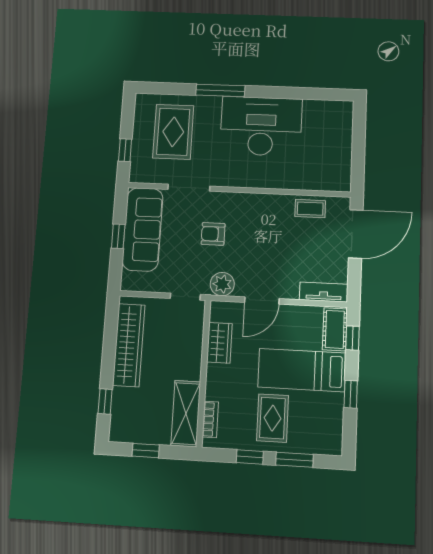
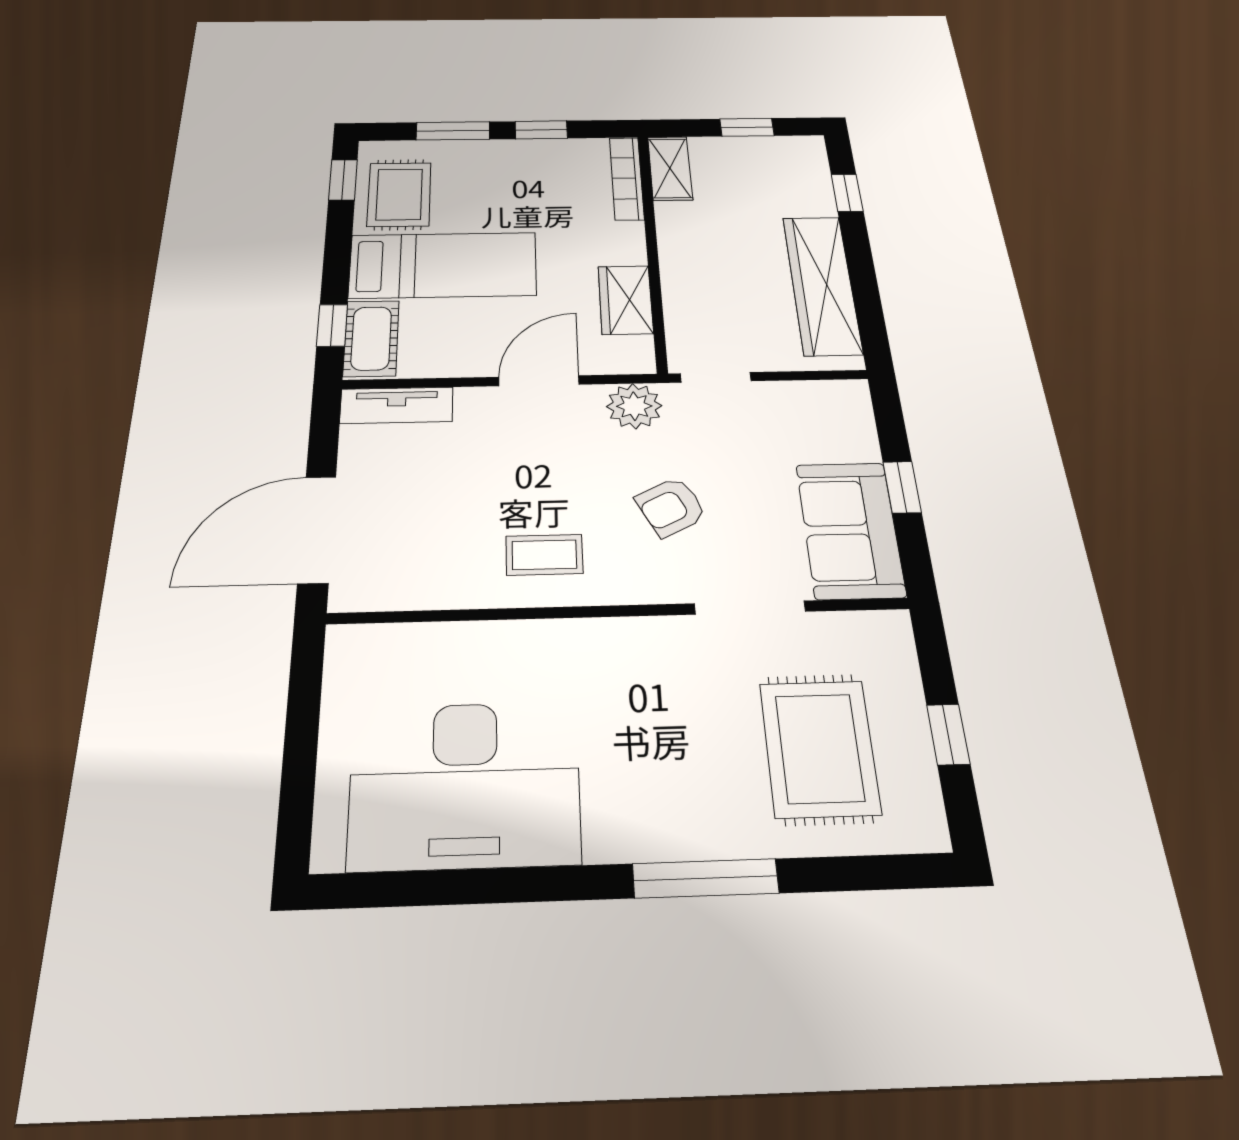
desk: (261, 126) -> (465, 784), moved
window: (125, 150) -> (948, 734), moved
coffee table: (310, 209) -> (544, 555), moved
sofa: (143, 229) -> (850, 530), width x0.73
armchair: (213, 234) -> (671, 507), turned 153
window: (351, 394) -> (343, 180), moved
shelving: (186, 414) -> (670, 168), width x0.67, depth x0.75
rug: (272, 418) -> (399, 194), moved
bookcase: (210, 419) -> (627, 178), width x1.56

